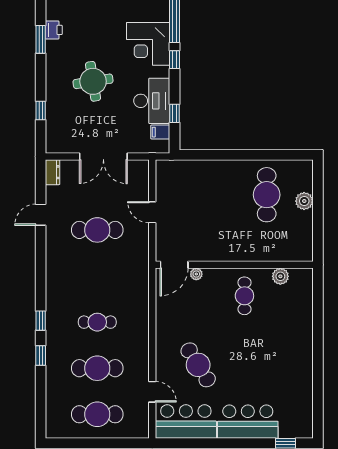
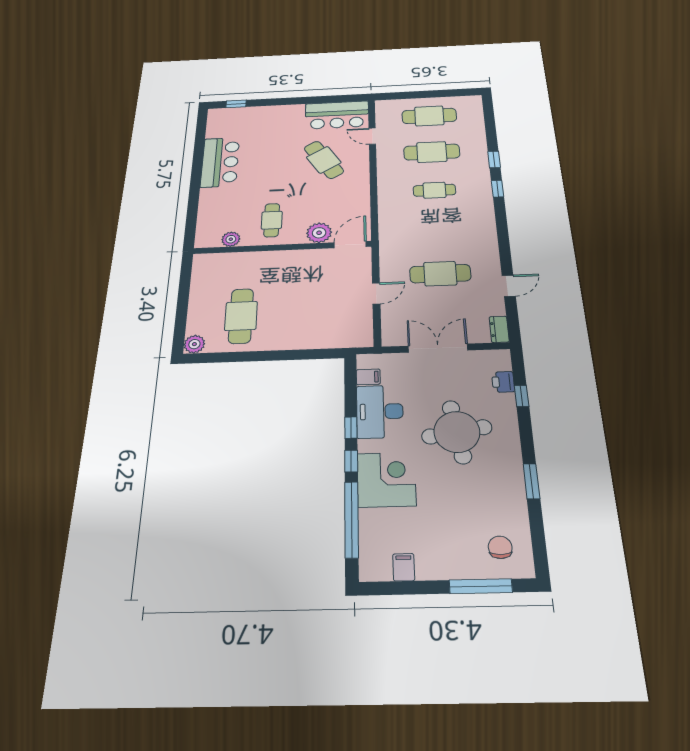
printer: (54, 30) -> (503, 382), moved
round table: (93, 81) -> (457, 432), width x1.36, depth x1.36
window: (175, 113) -> (351, 428), moved
plant: (304, 201) -> (194, 344), moved
door: (152, 212) -> (376, 293), hinge flipped
plant: (196, 274) -> (319, 233), width x1.88, depth x1.88
bar counter: (248, 422) -> (220, 162), moved, turned -90

